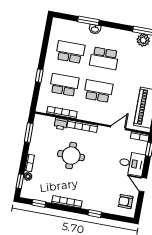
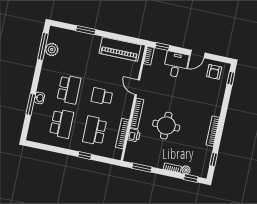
school desk: (70, 52) -> (62, 124), turned 180
school desk: (98, 91) -> (102, 96), width x0.54
door: (118, 128) -> (137, 87), moved
window: (95, 214) -> (231, 78), moved

